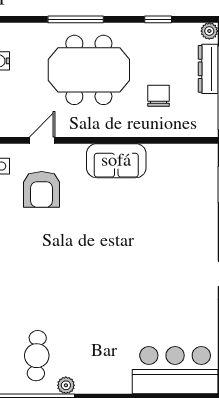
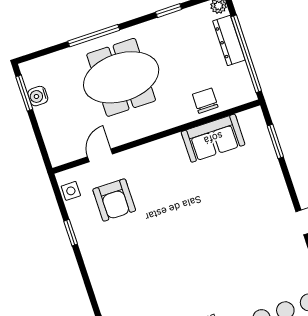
chair: (158, 96) -> (205, 101), moved
sofa: (116, 161) -> (213, 138), moved

